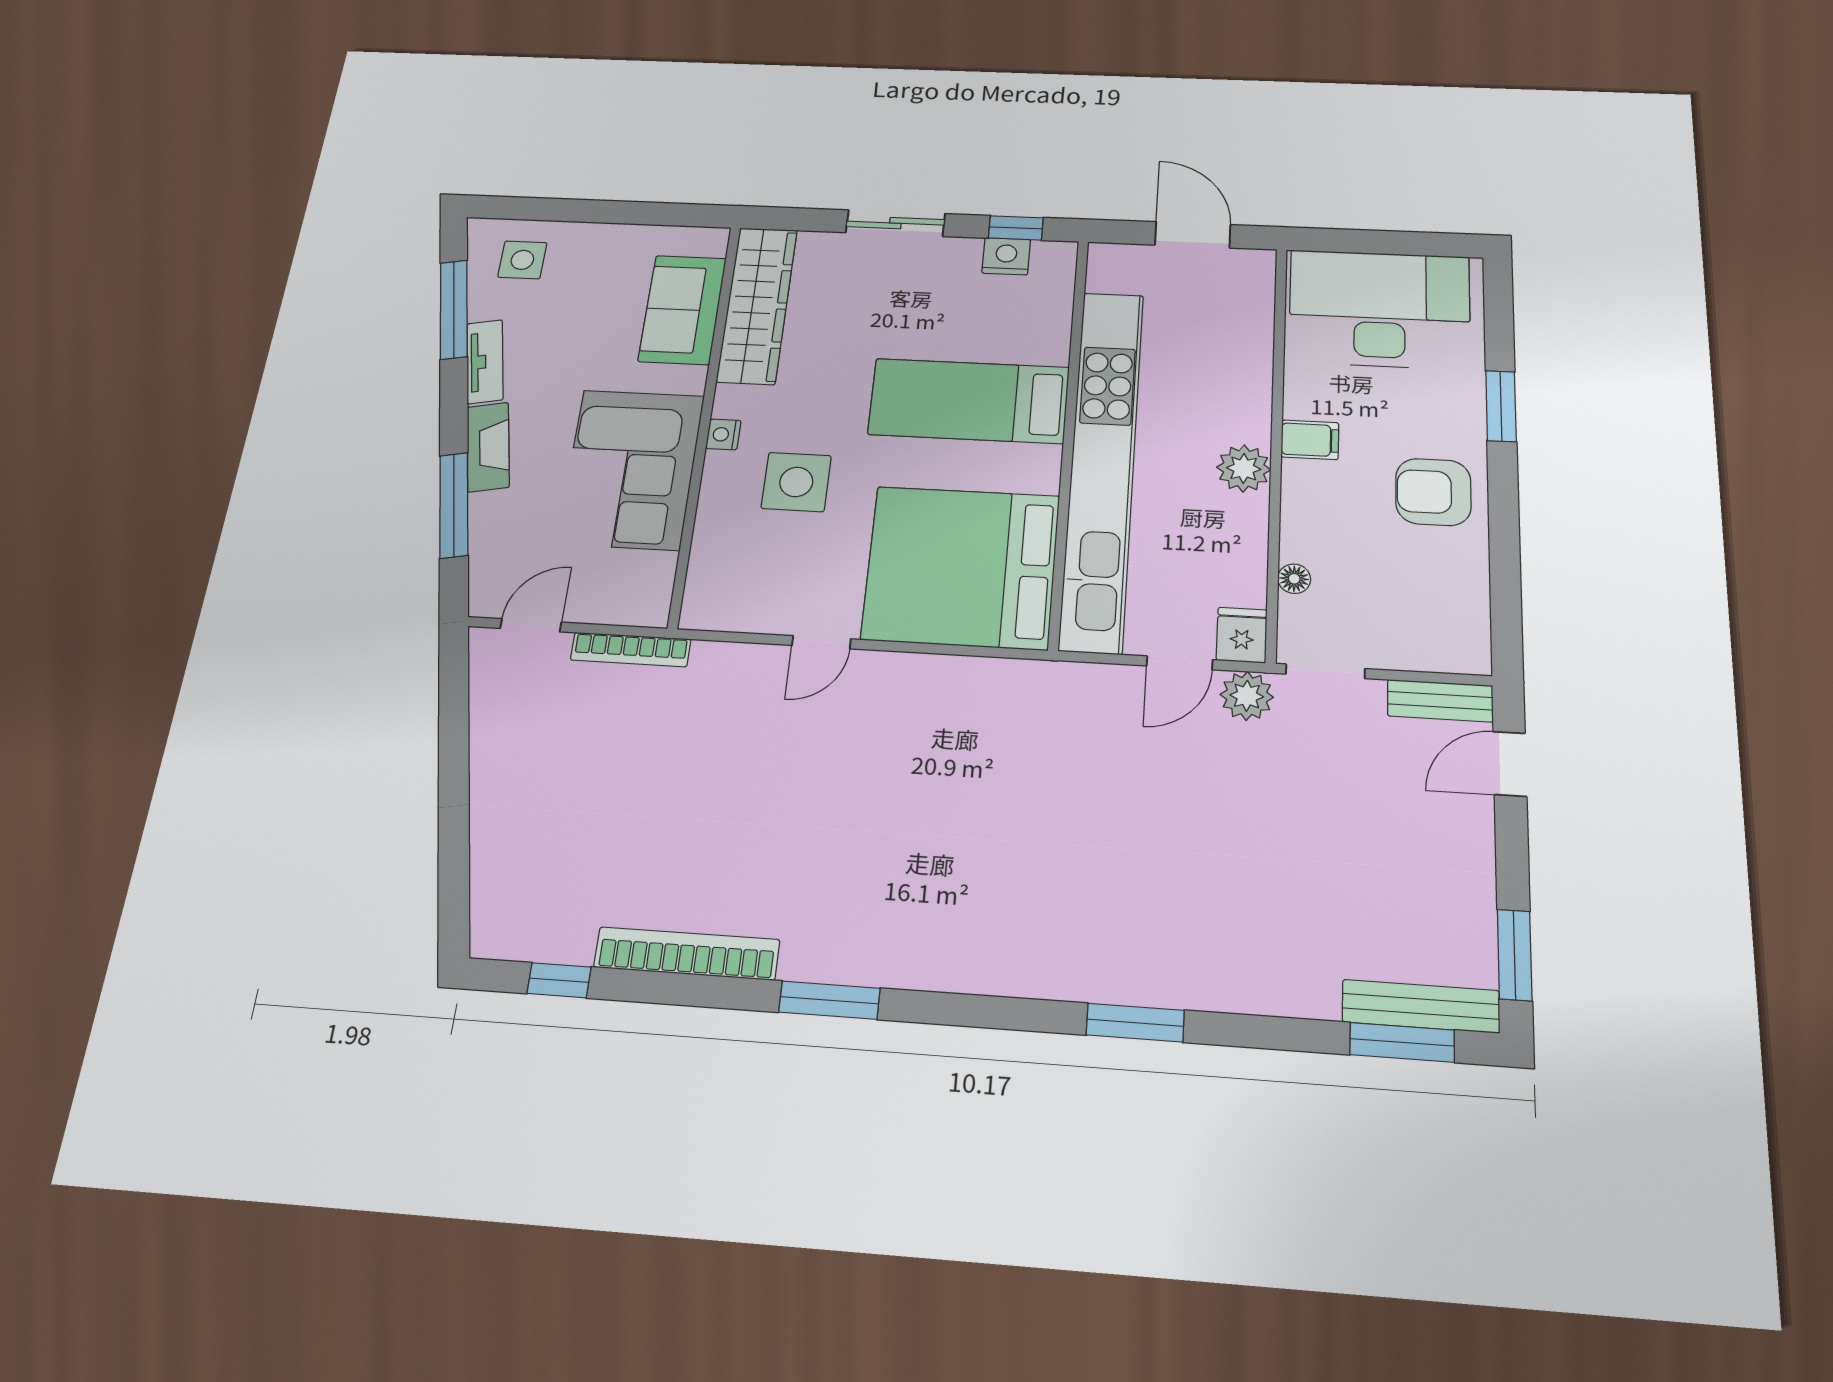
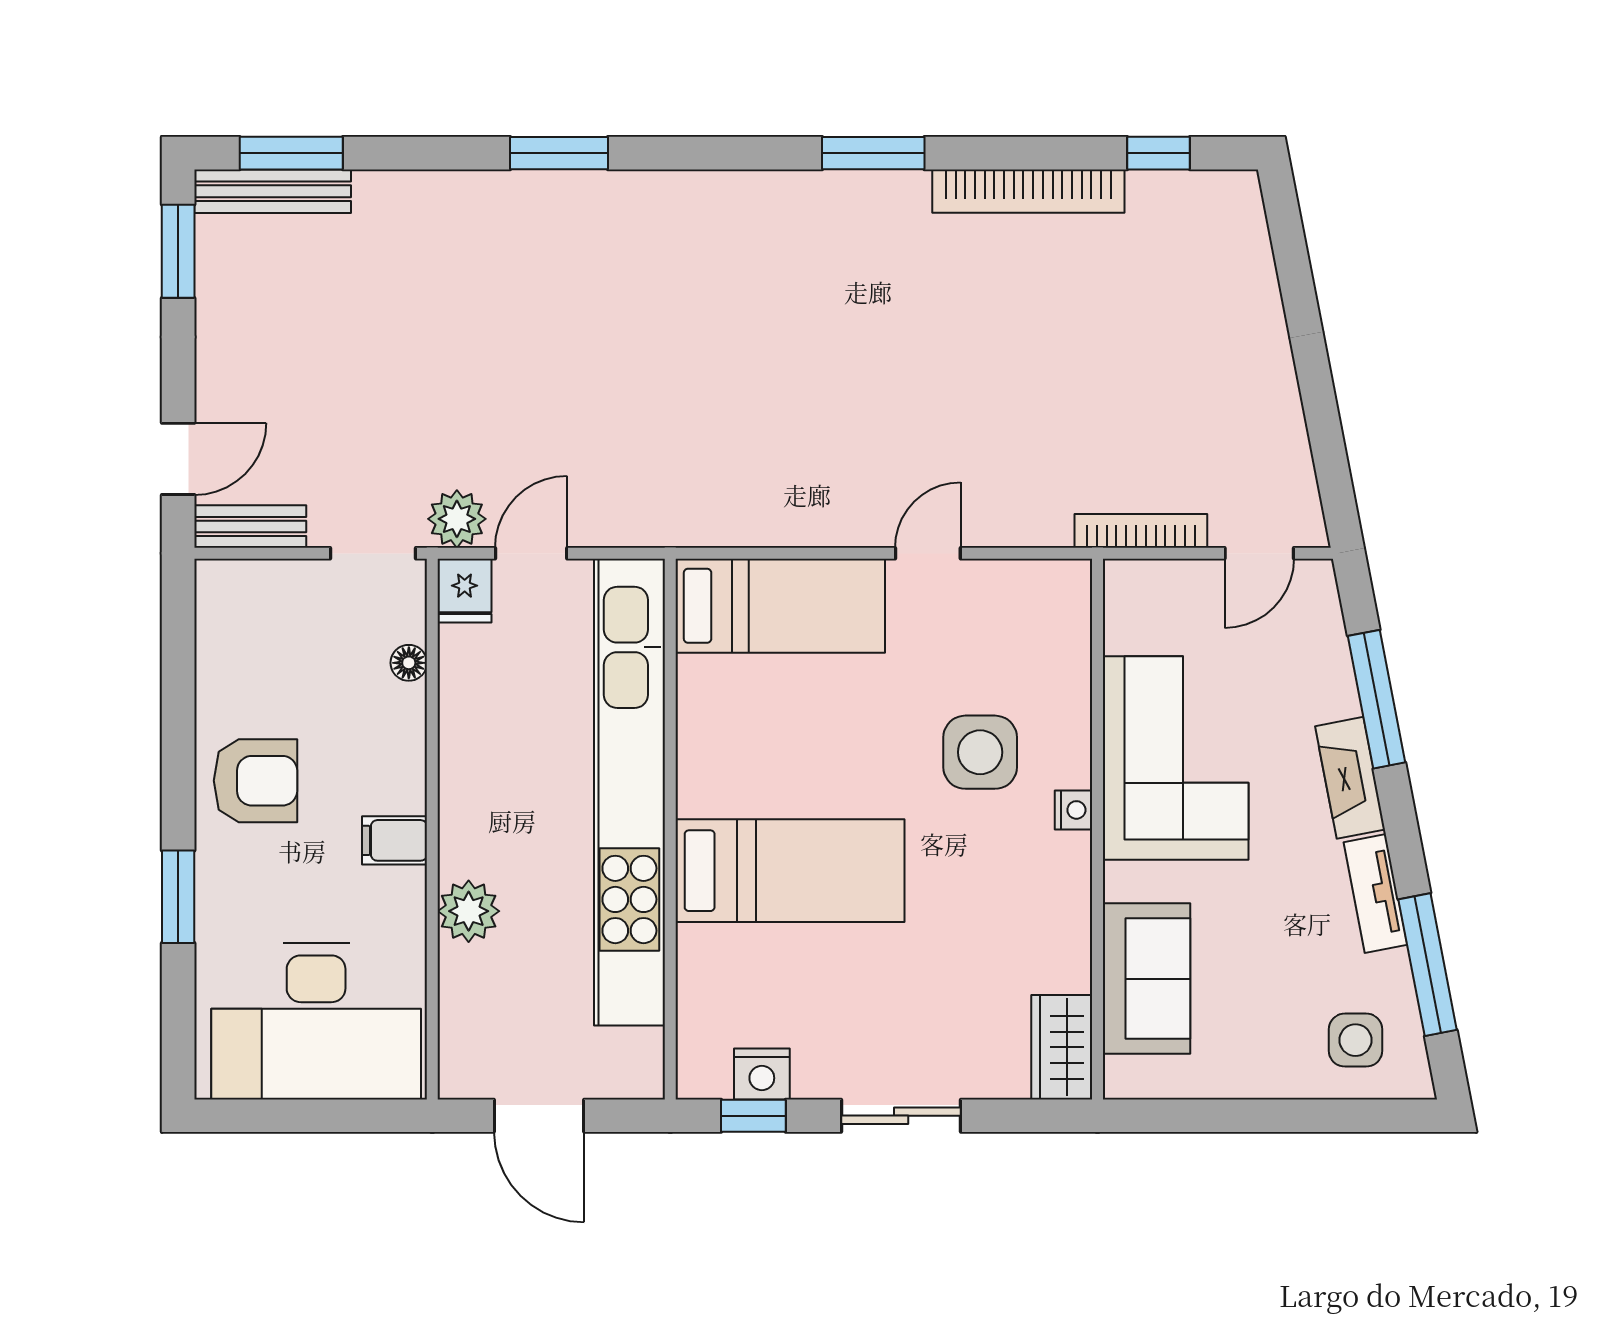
wardrobe: (757, 305) -> (1062, 1047), width x0.48, depth x0.85
plant: (1244, 468) -> (469, 911), moved
bed: (961, 567) -> (780, 606), width x0.49

